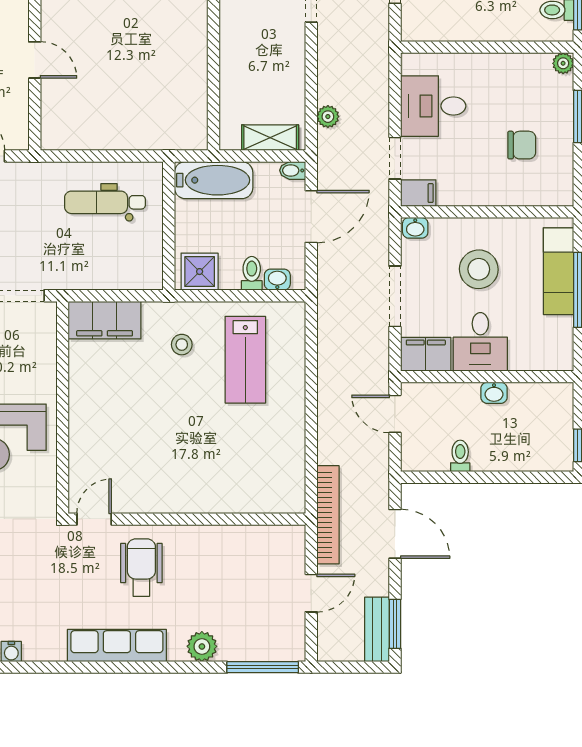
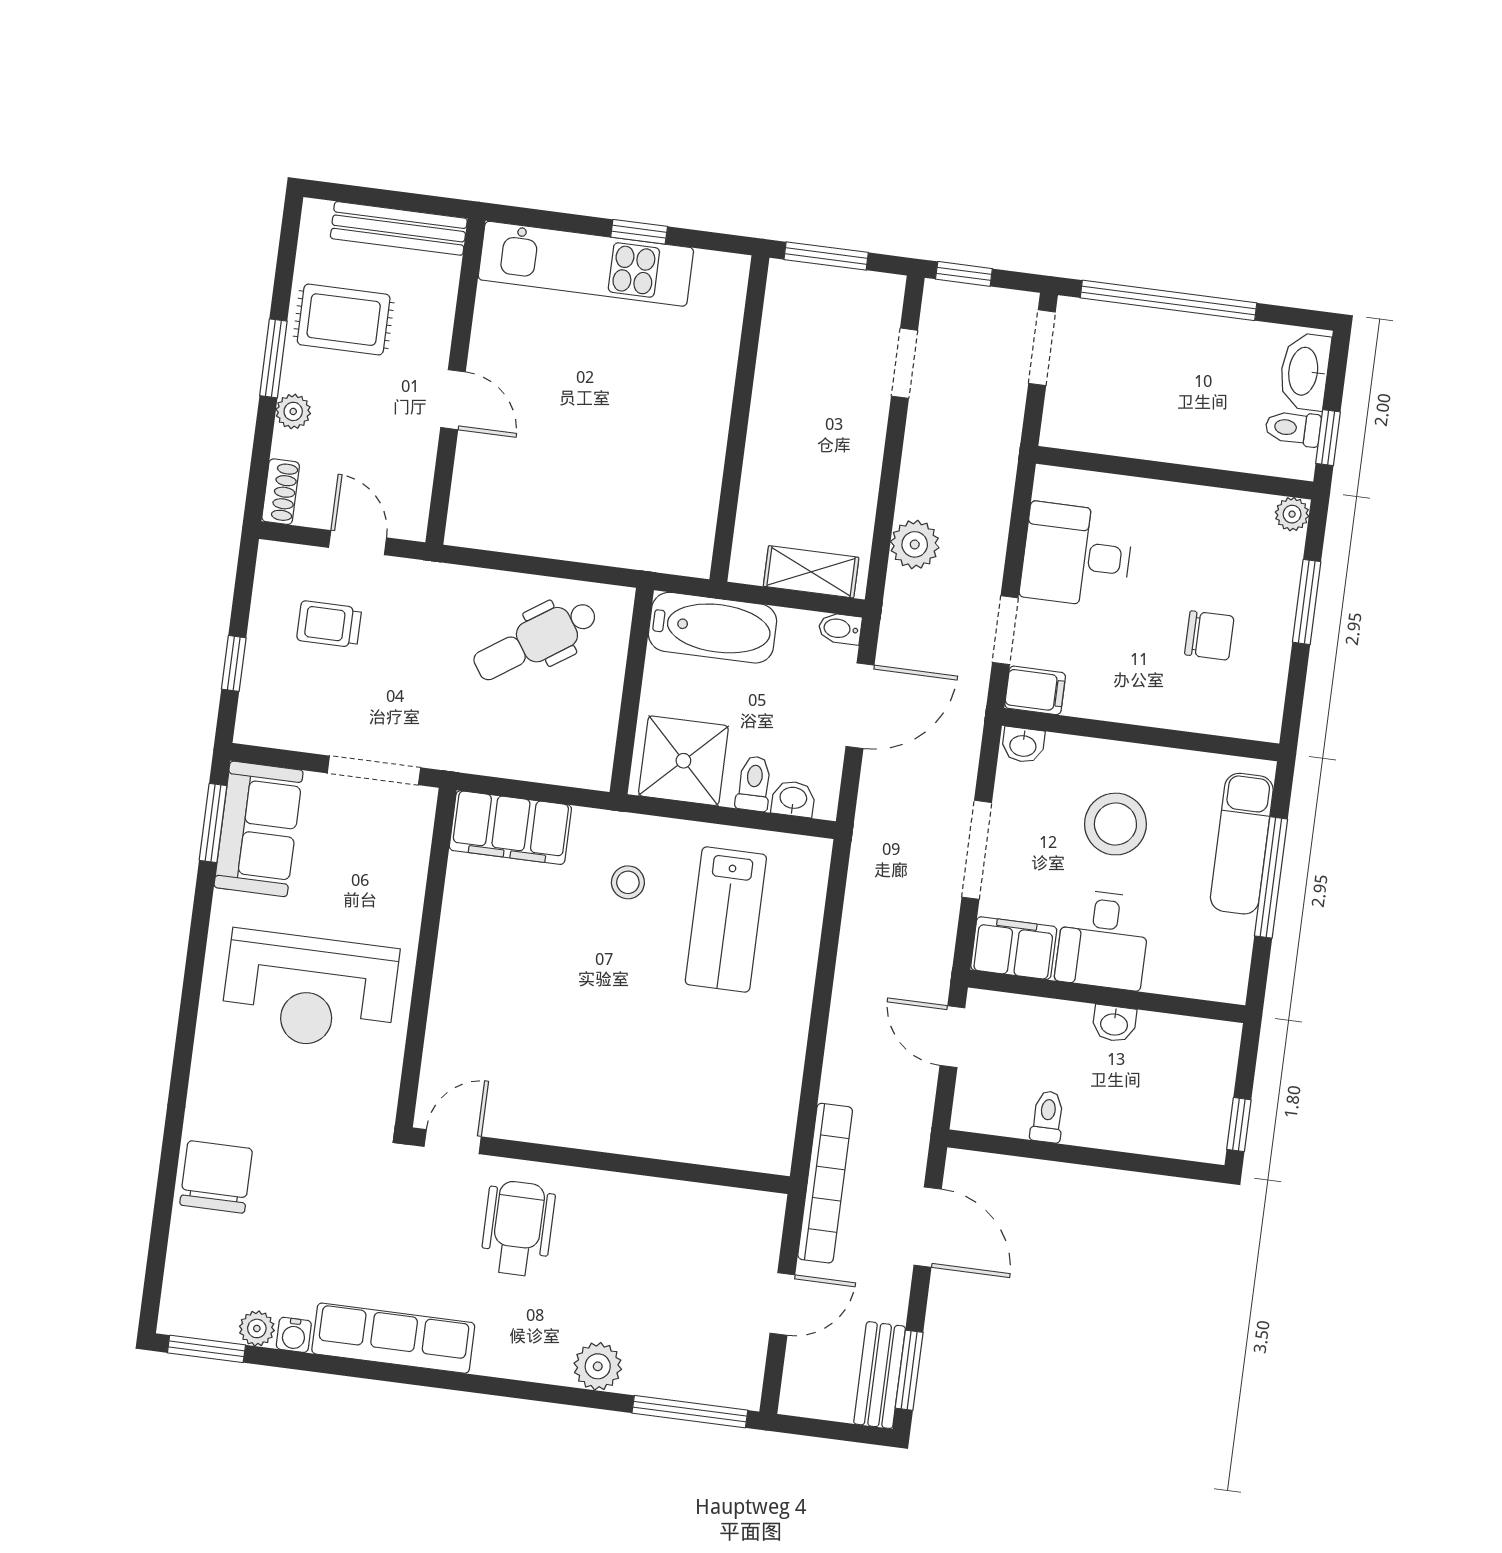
plant: (328, 117) -> (915, 544), width x1.38, depth x1.38
dental chair: (105, 202) -> (535, 640), turned -34
shower: (200, 272) -> (683, 761), width x1.36, depth x1.36
row of seats: (117, 645) -> (393, 1338), moved

